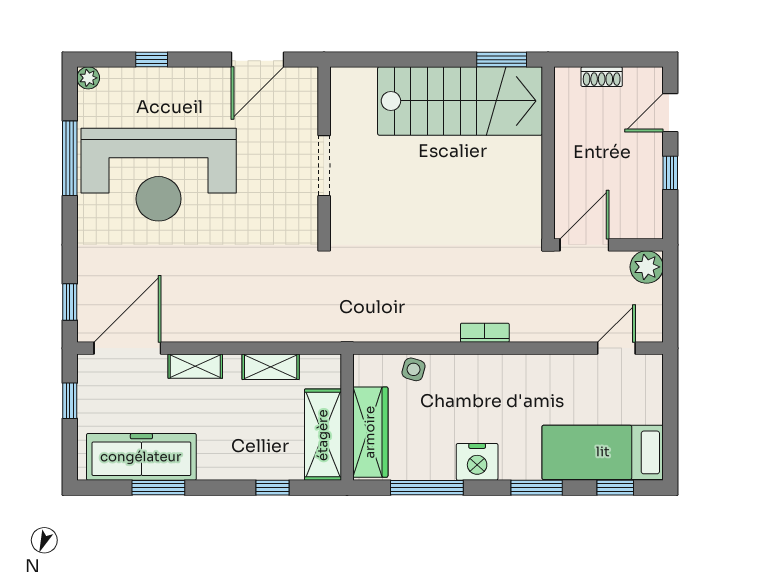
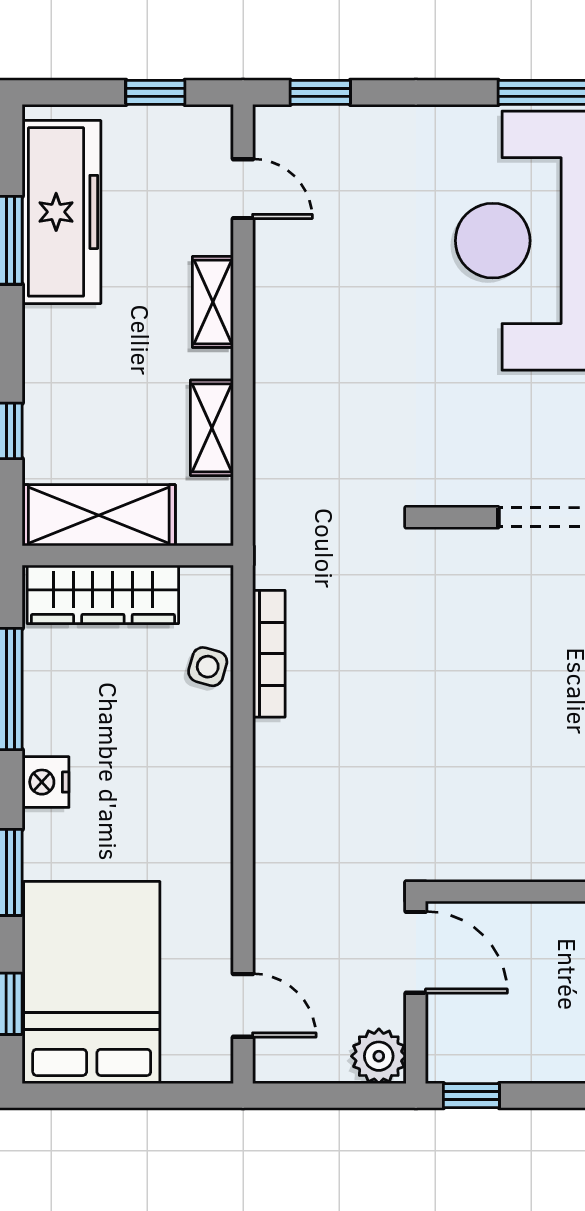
window: (670, 173) -> (471, 1096), moved
bookcase: (485, 333) -> (269, 654), moved, width x1.56
door: (127, 348) -> (243, 189), width x0.53
bed: (603, 452) -> (92, 983), width x1.50
nightstand: (477, 462) -> (46, 782), width x0.74, depth x0.75

